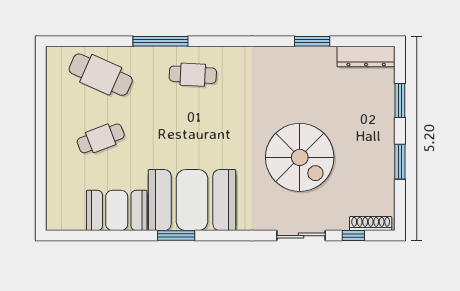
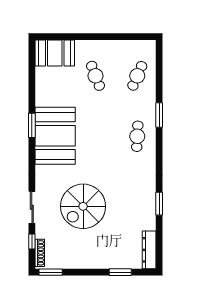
window: (160, 41) -> (159, 115), width x0.69
window: (312, 41) -> (159, 204), moved
cafe table: (101, 75) -> (137, 76), width x0.73, depth x0.74
window: (400, 162) -> (51, 272), moved
booth: (117, 210) -> (55, 53), moved, turned 90

